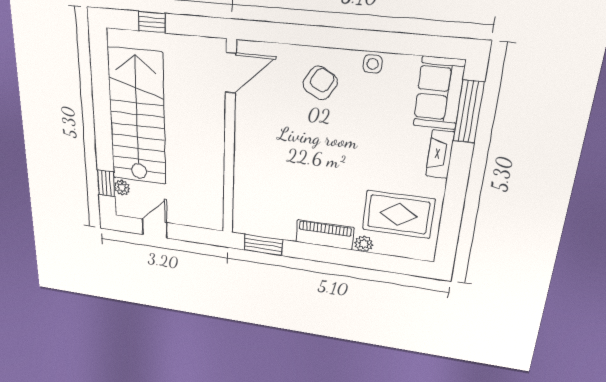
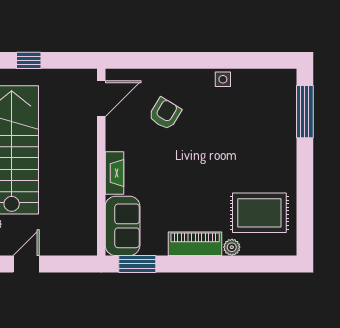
armchair: (320, 83) -> (165, 114), moved
sofa: (439, 93) -> (123, 226), moved, turned 180
fireplace: (440, 154) -> (114, 173), moved, turned 180

